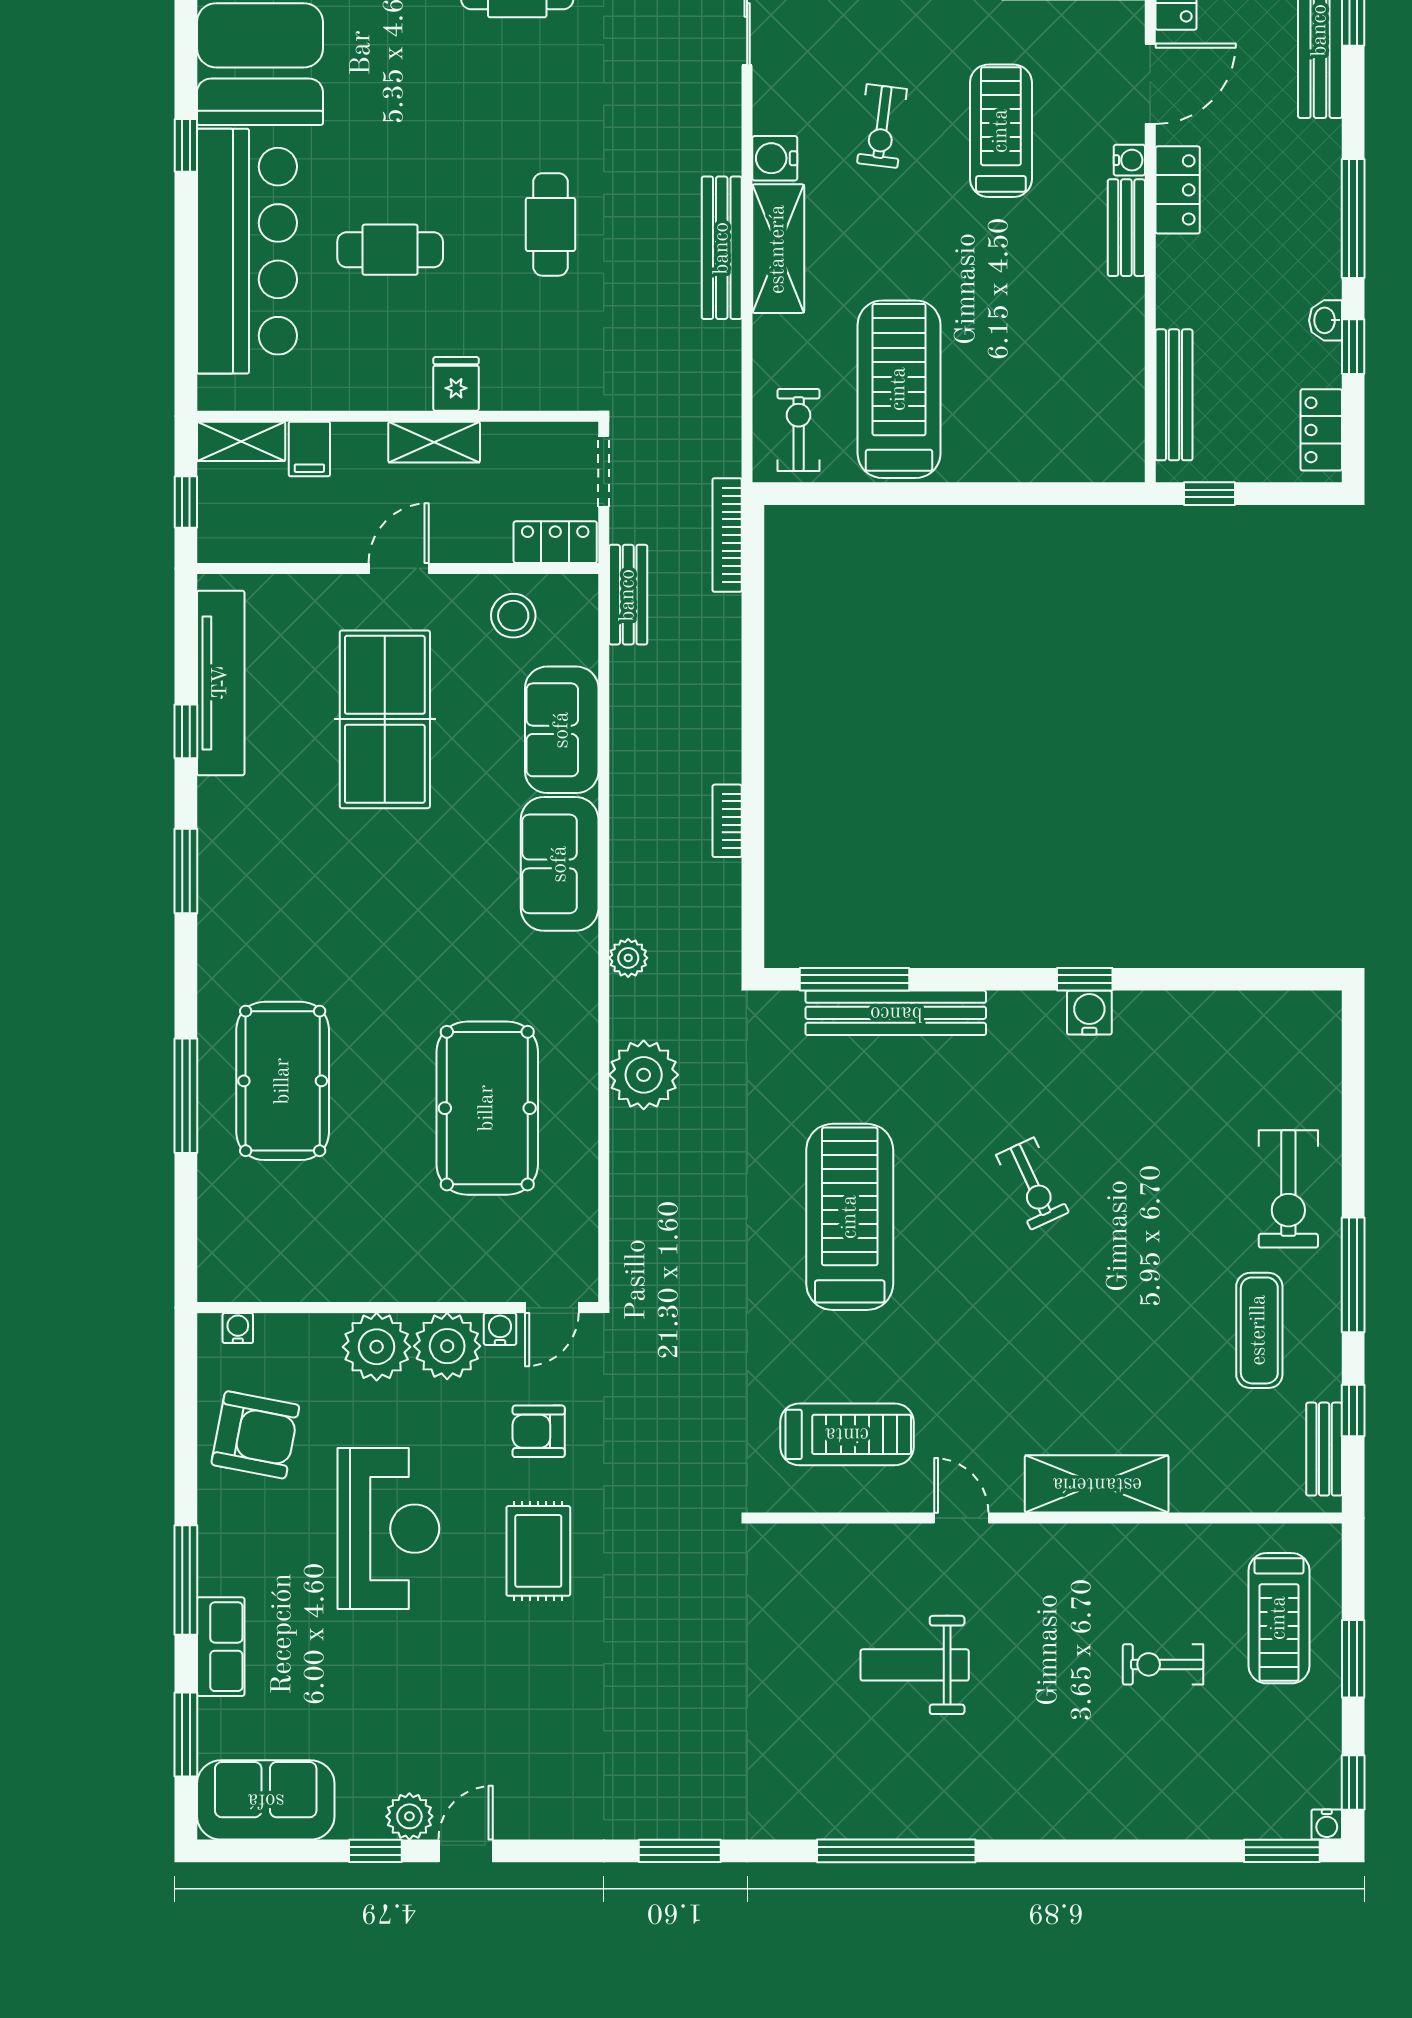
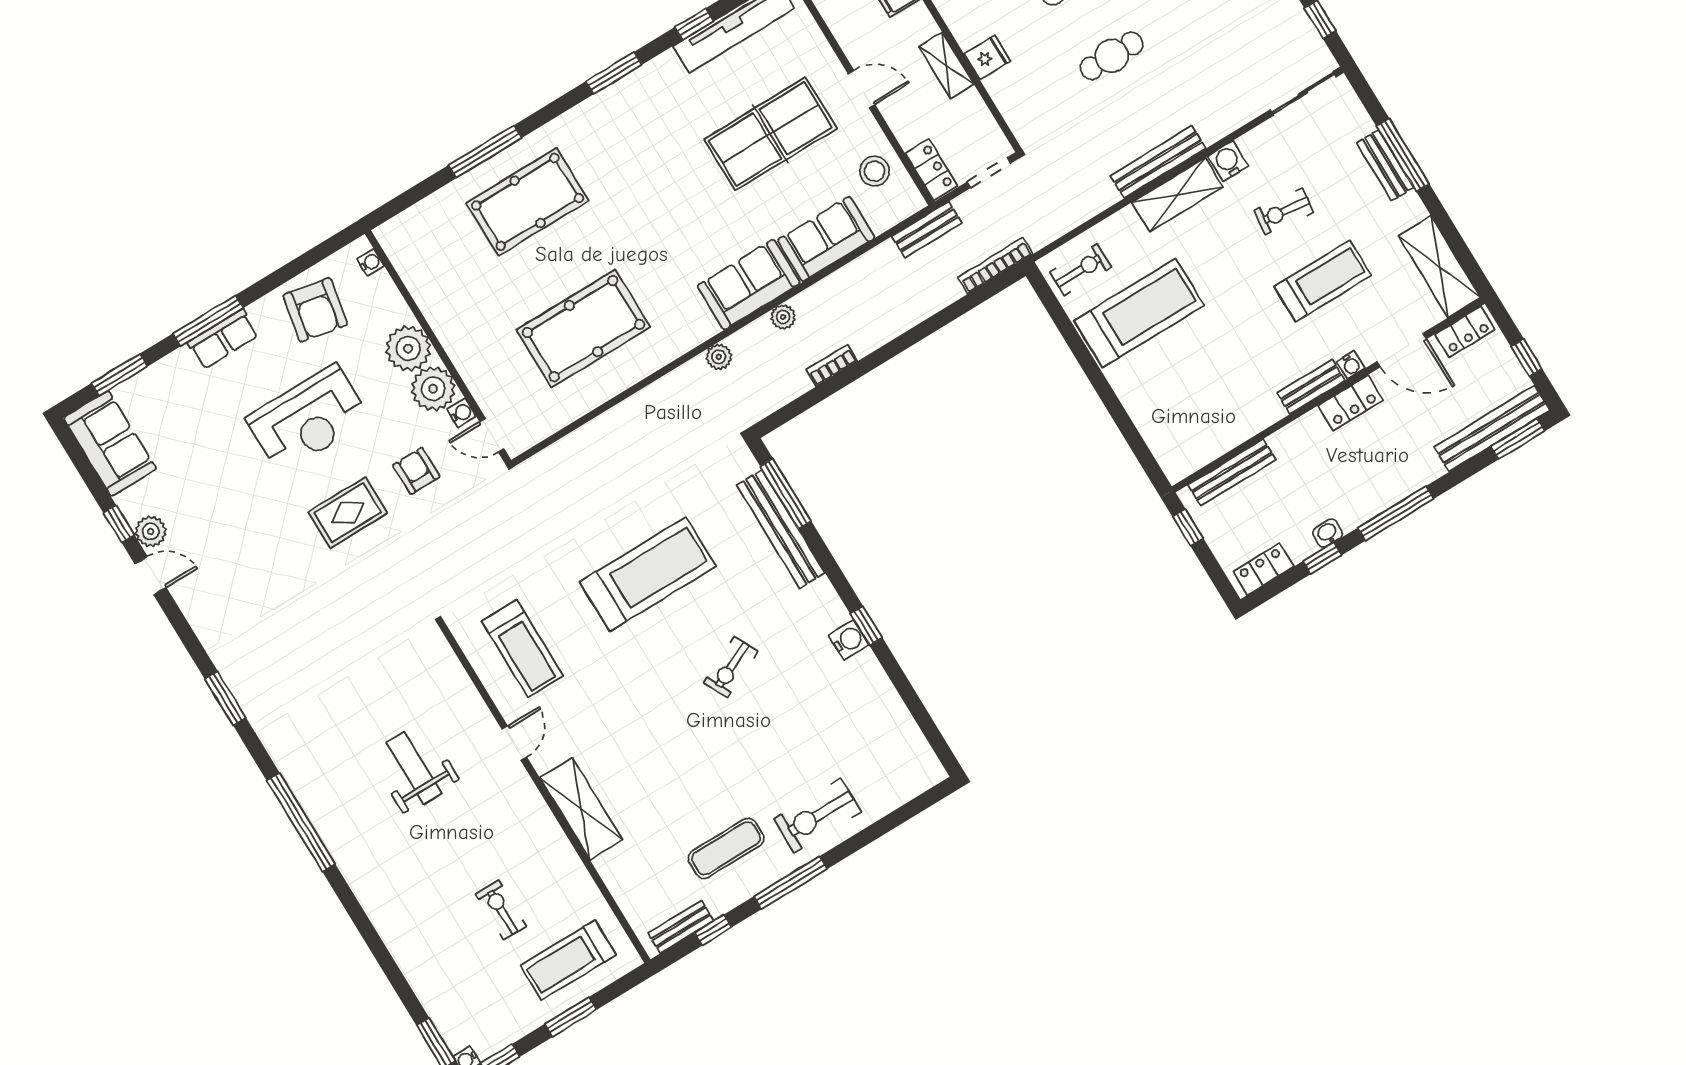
plant: (644, 1075) -> (783, 317), moved, width x0.53, depth x0.53
row of seats: (221, 1647) -> (223, 339), moved

